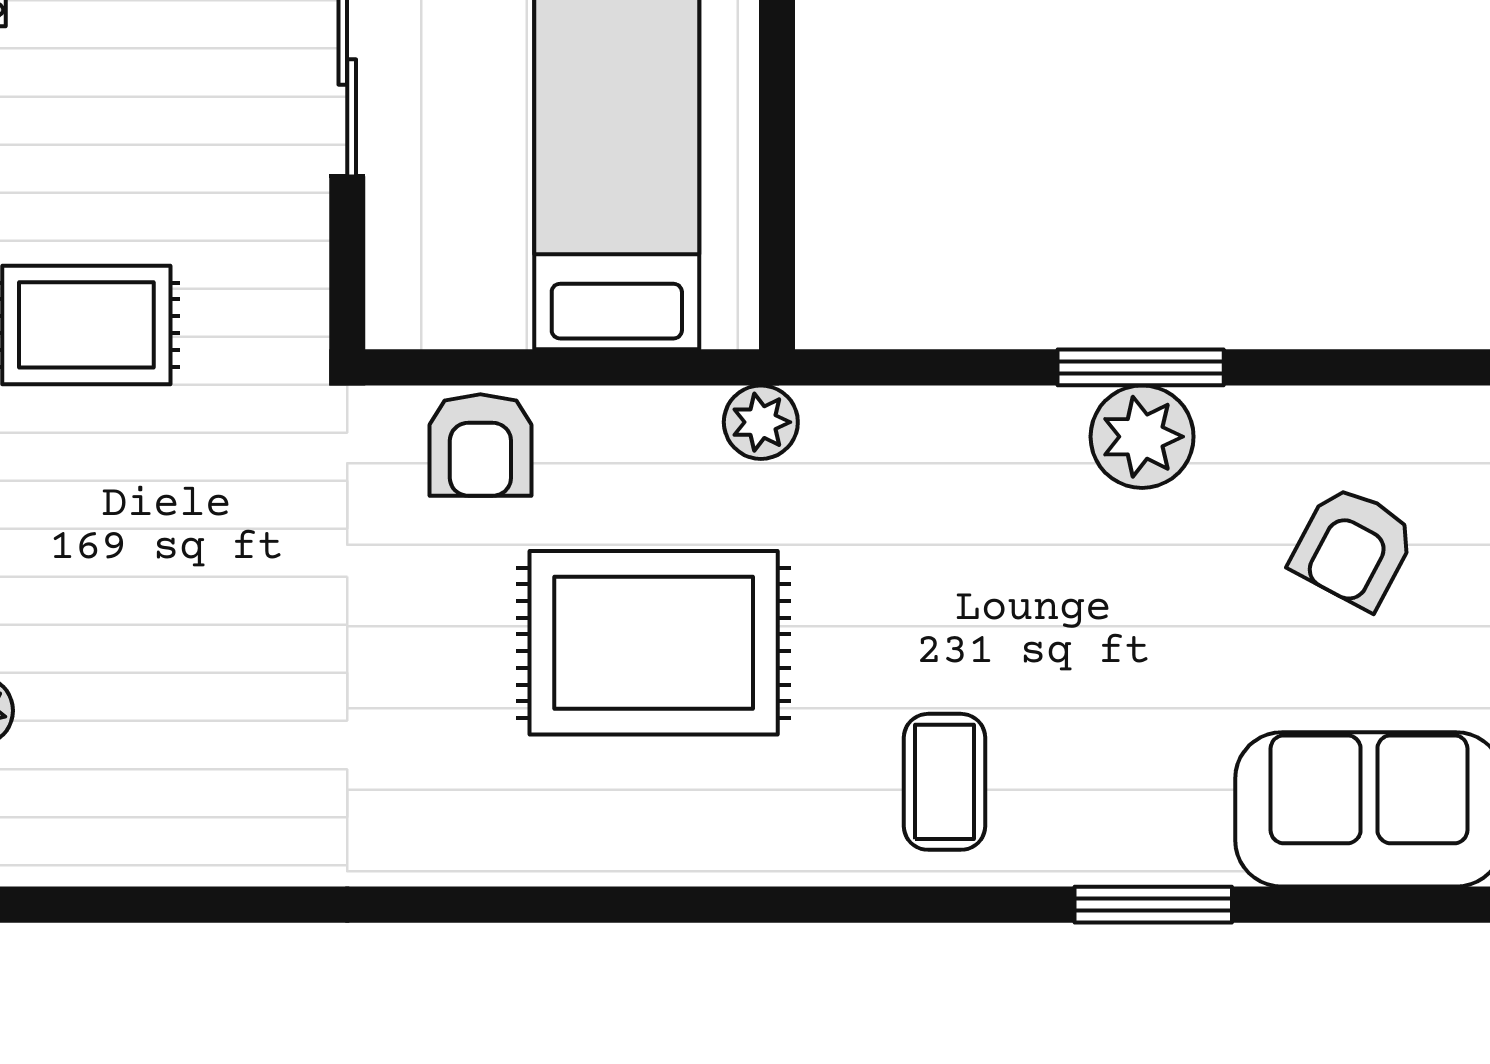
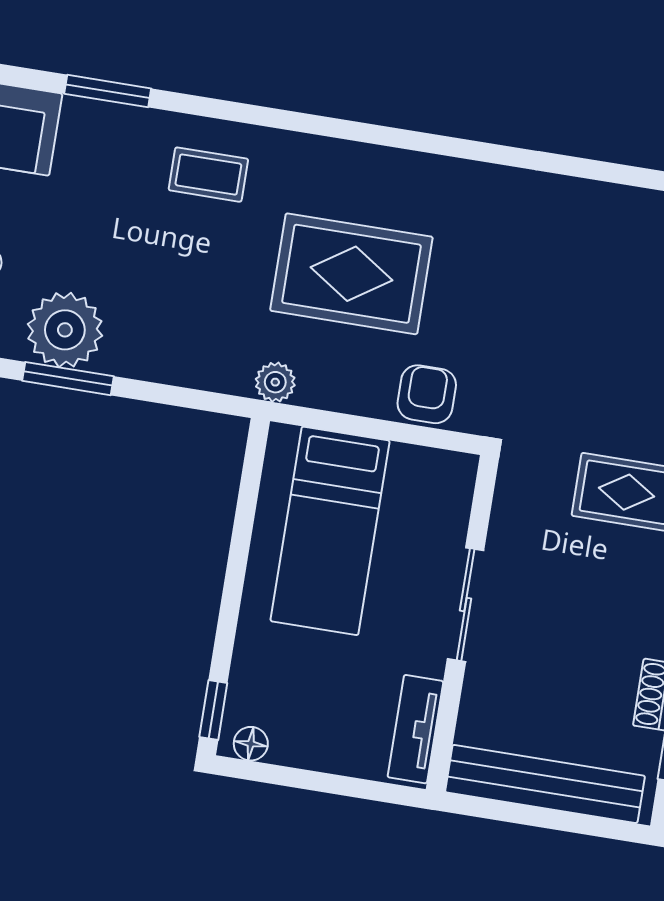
plant: (1142, 437) -> (65, 330), width x1.36, depth x1.36
coffee table: (945, 782) -> (208, 175), turned 90

